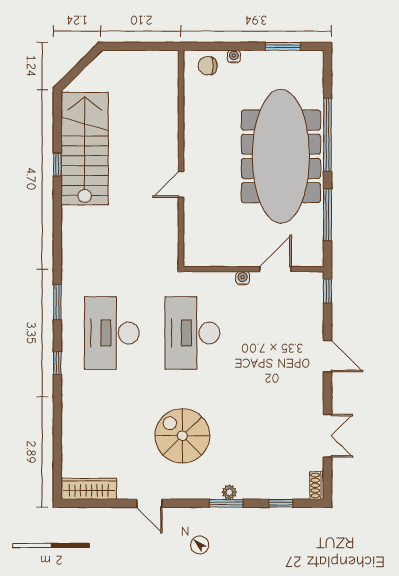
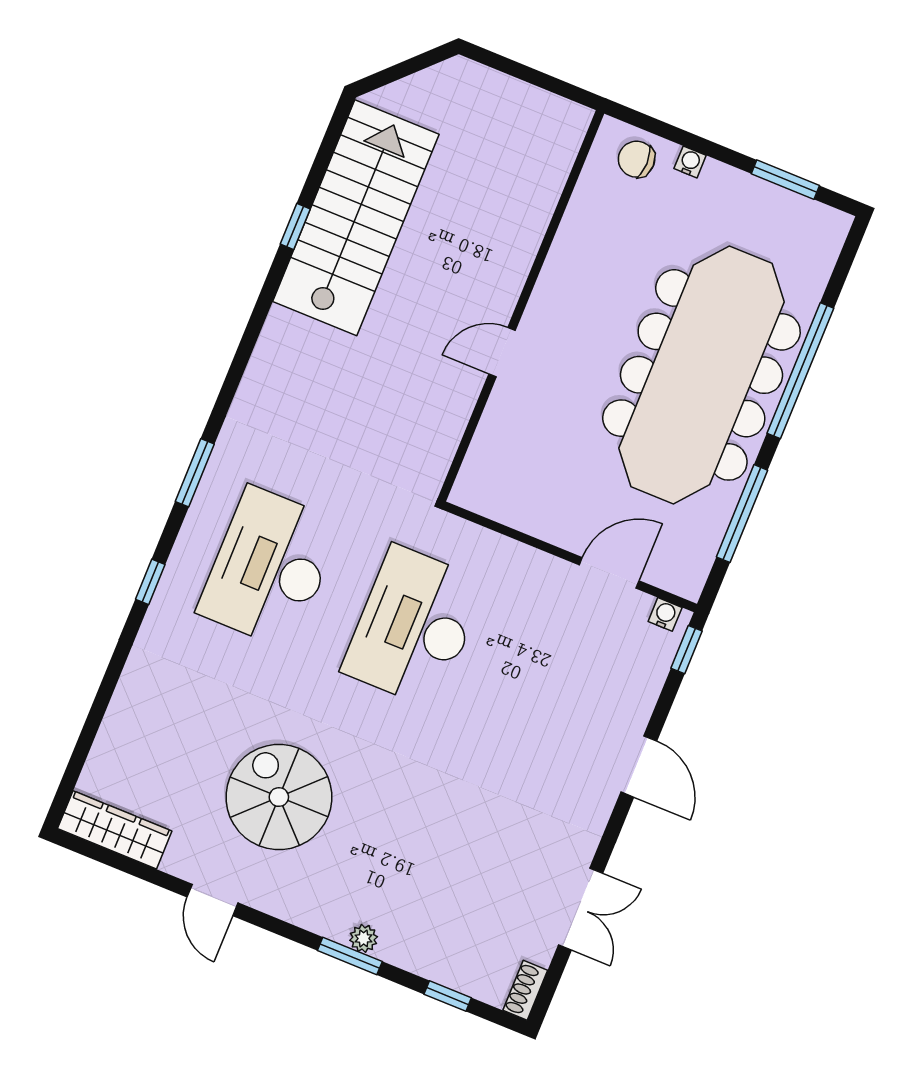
water cooler: (243, 278) -> (665, 614), moved
spiral stairs: (182, 436) -> (279, 797), moved

